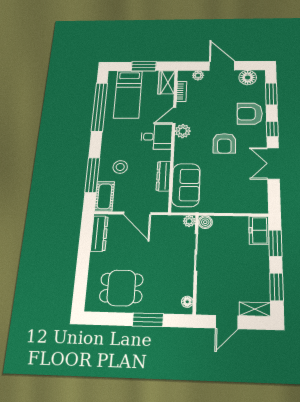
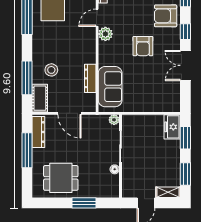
desk: (157, 137) -> (82, 40), removed
boiler: (205, 222) -> (128, 120), removed
window: (84, 254) -> (27, 150), added
floor lamp: (187, 302) -> (115, 169), moved

